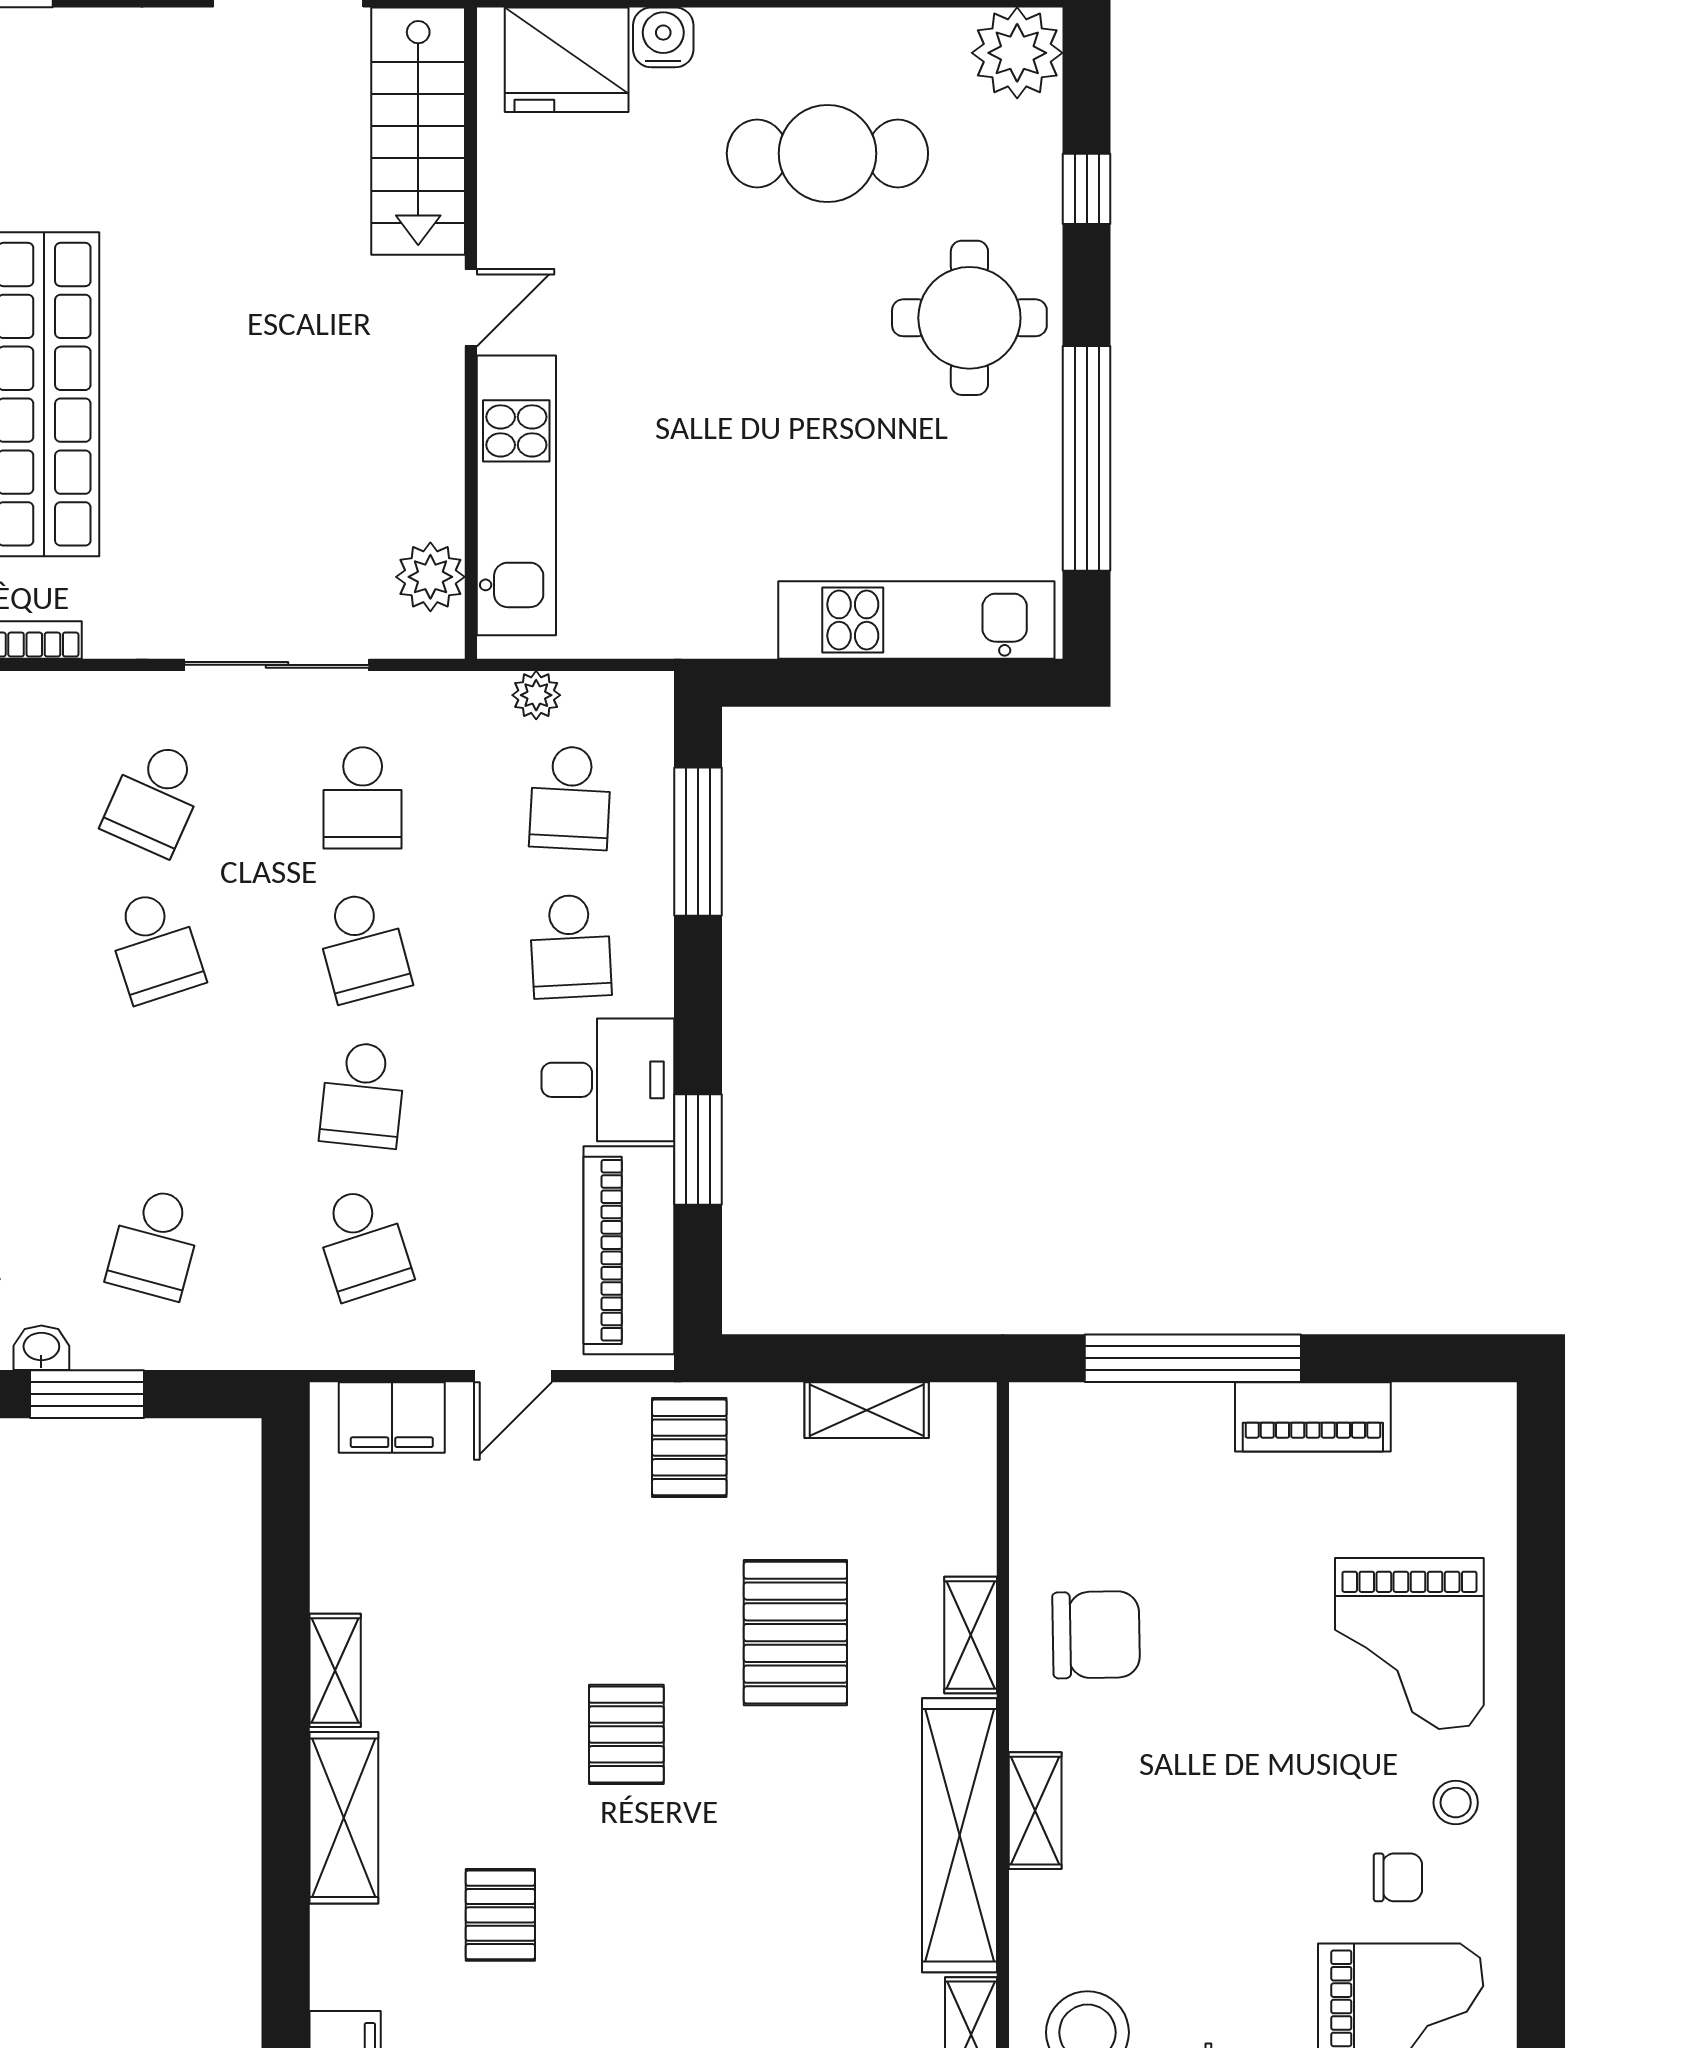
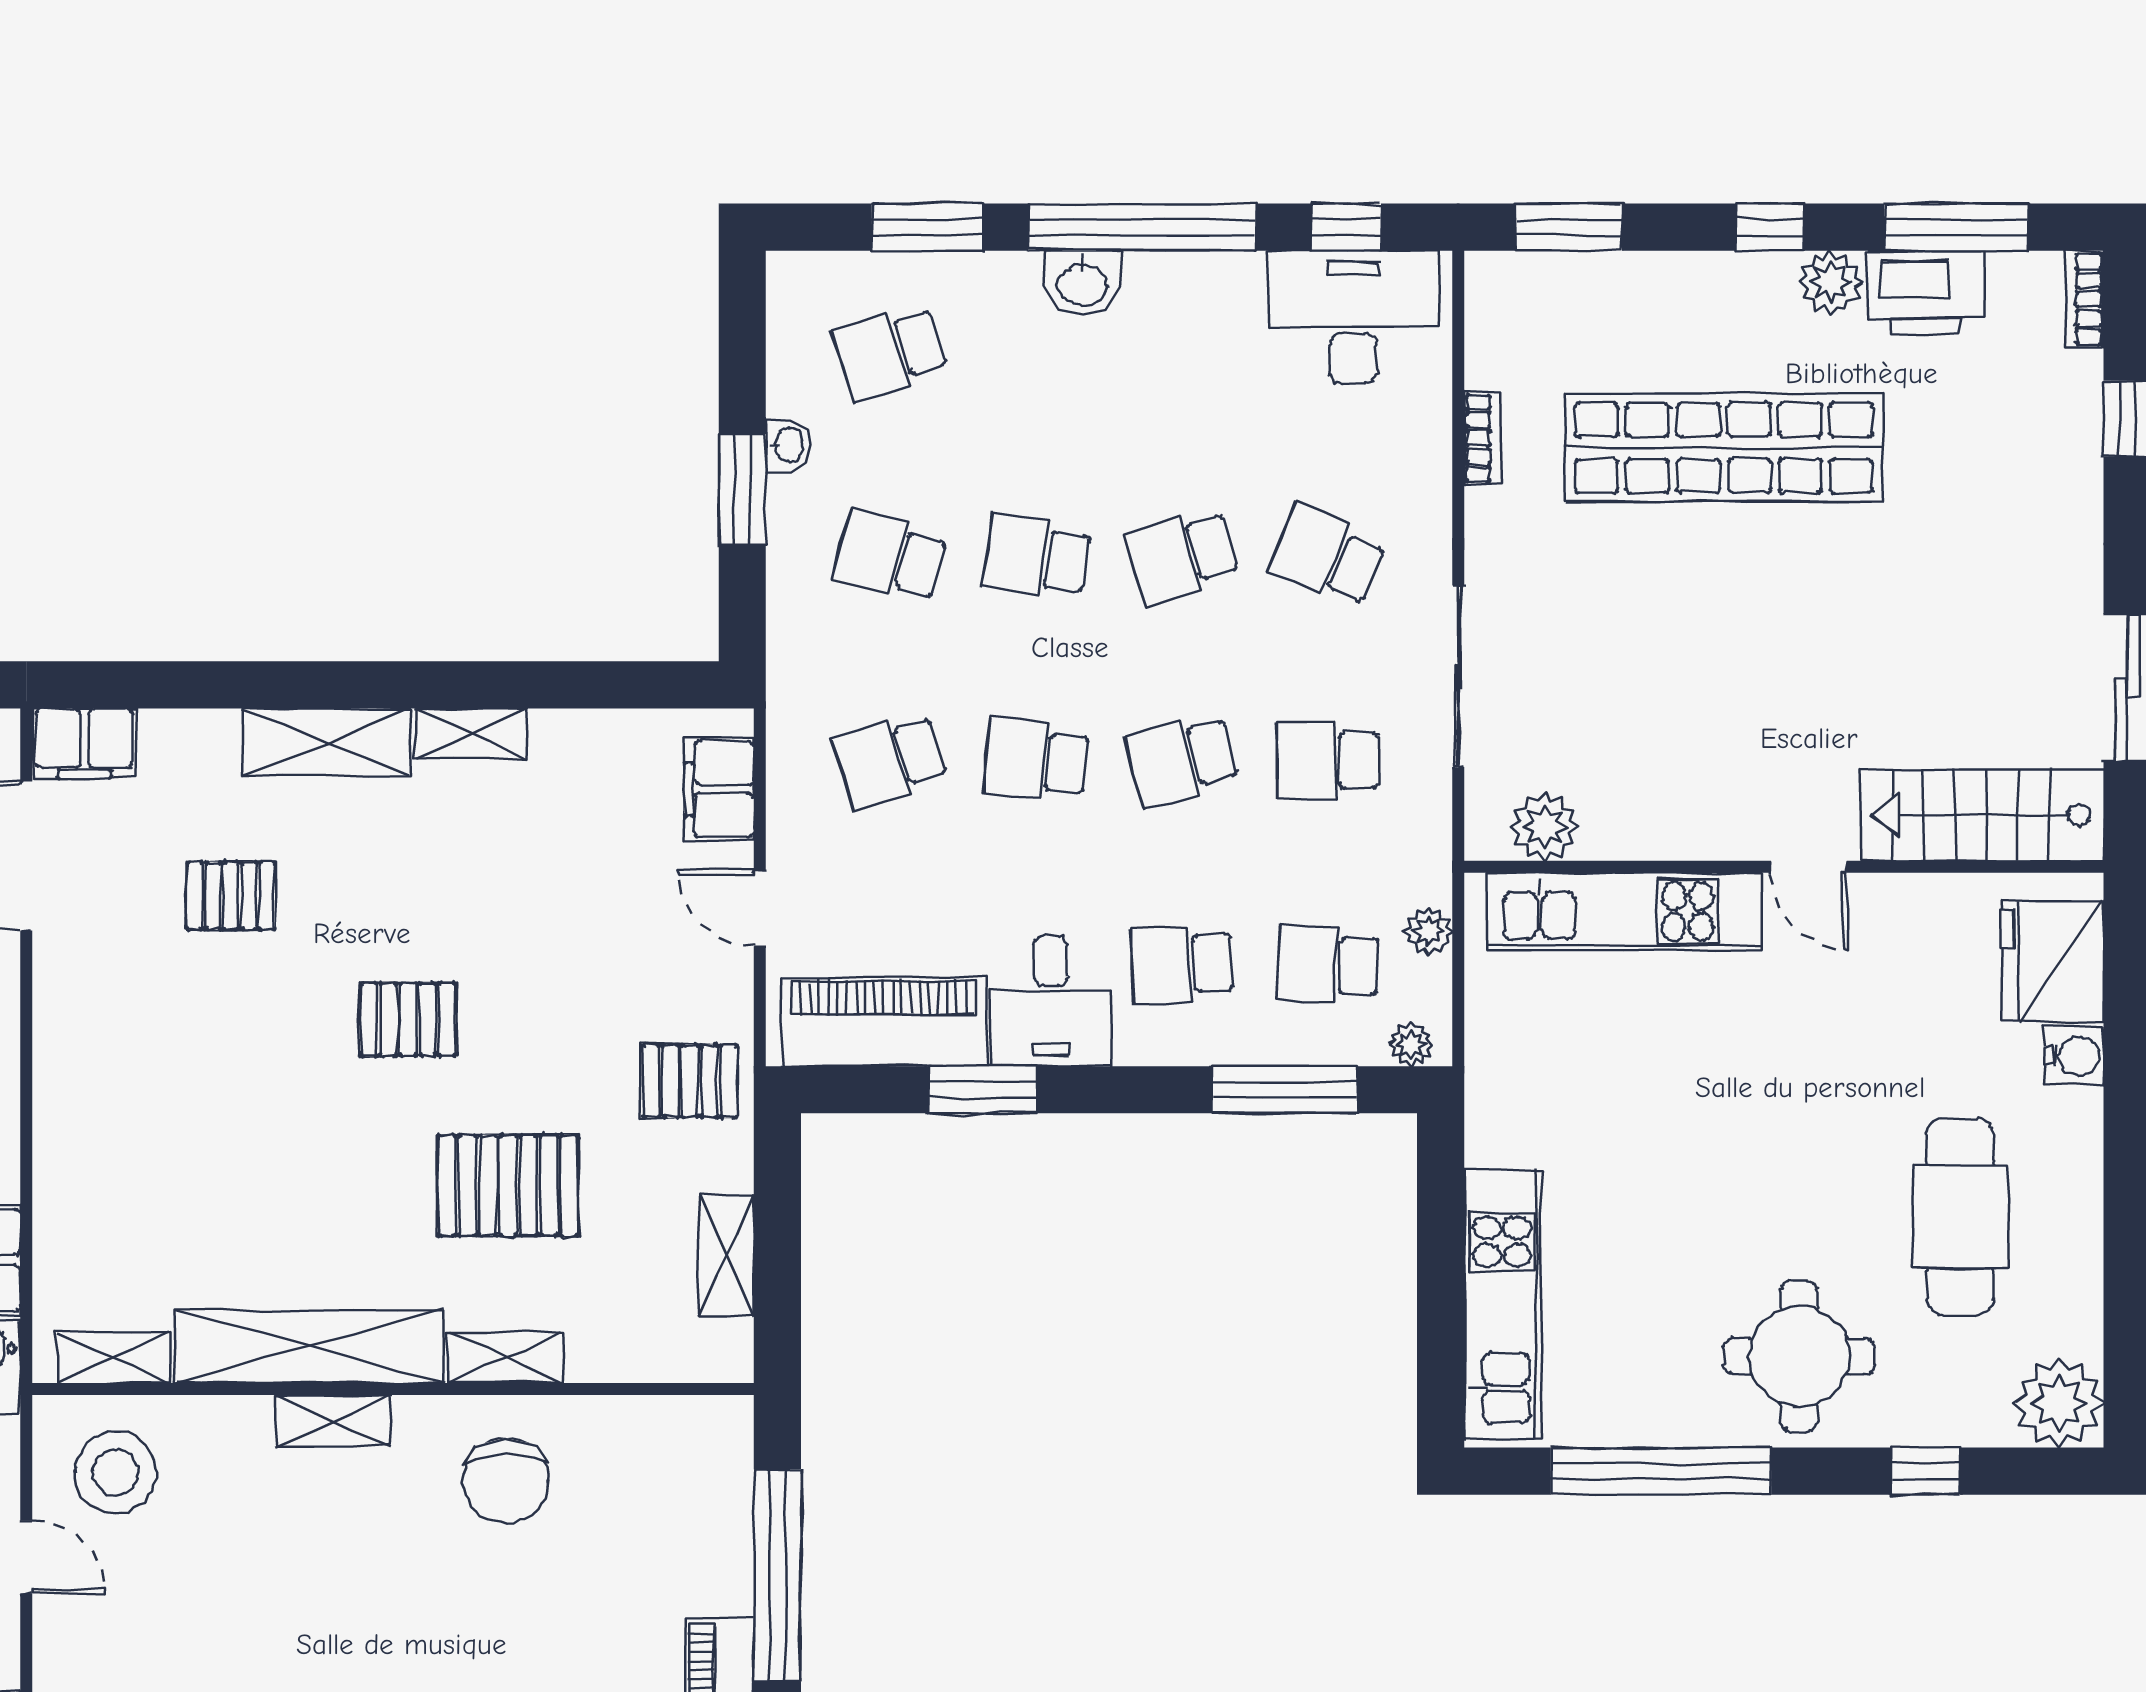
plant: (652, 713) -> (1411, 1044), added
school desk: (155, 1095) -> (1036, 556), added

